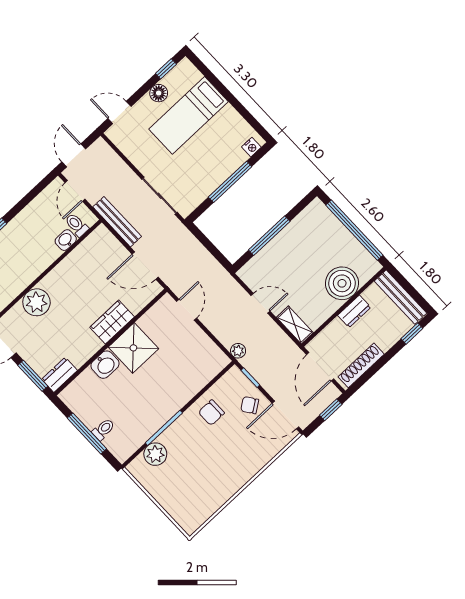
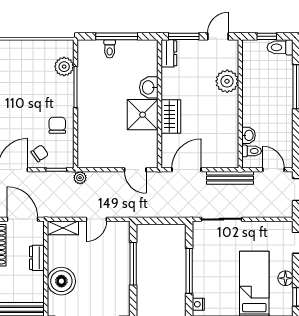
dresser: (354, 311) -> (37, 258), moved

